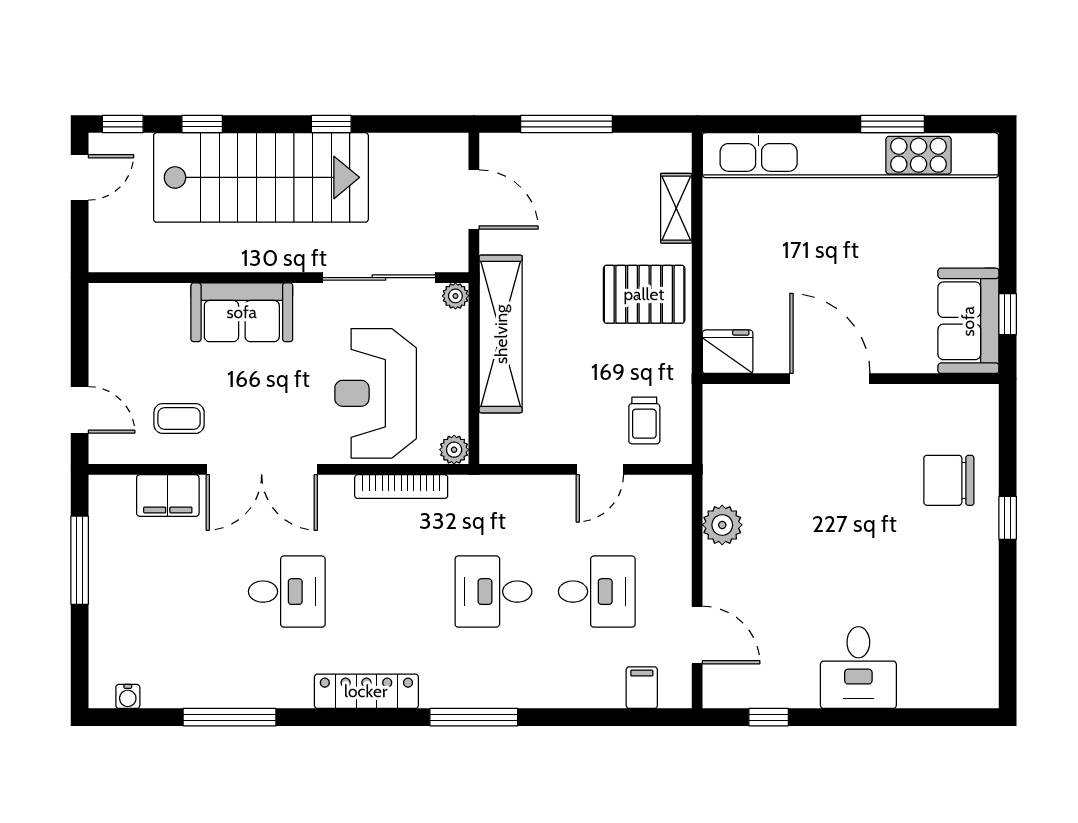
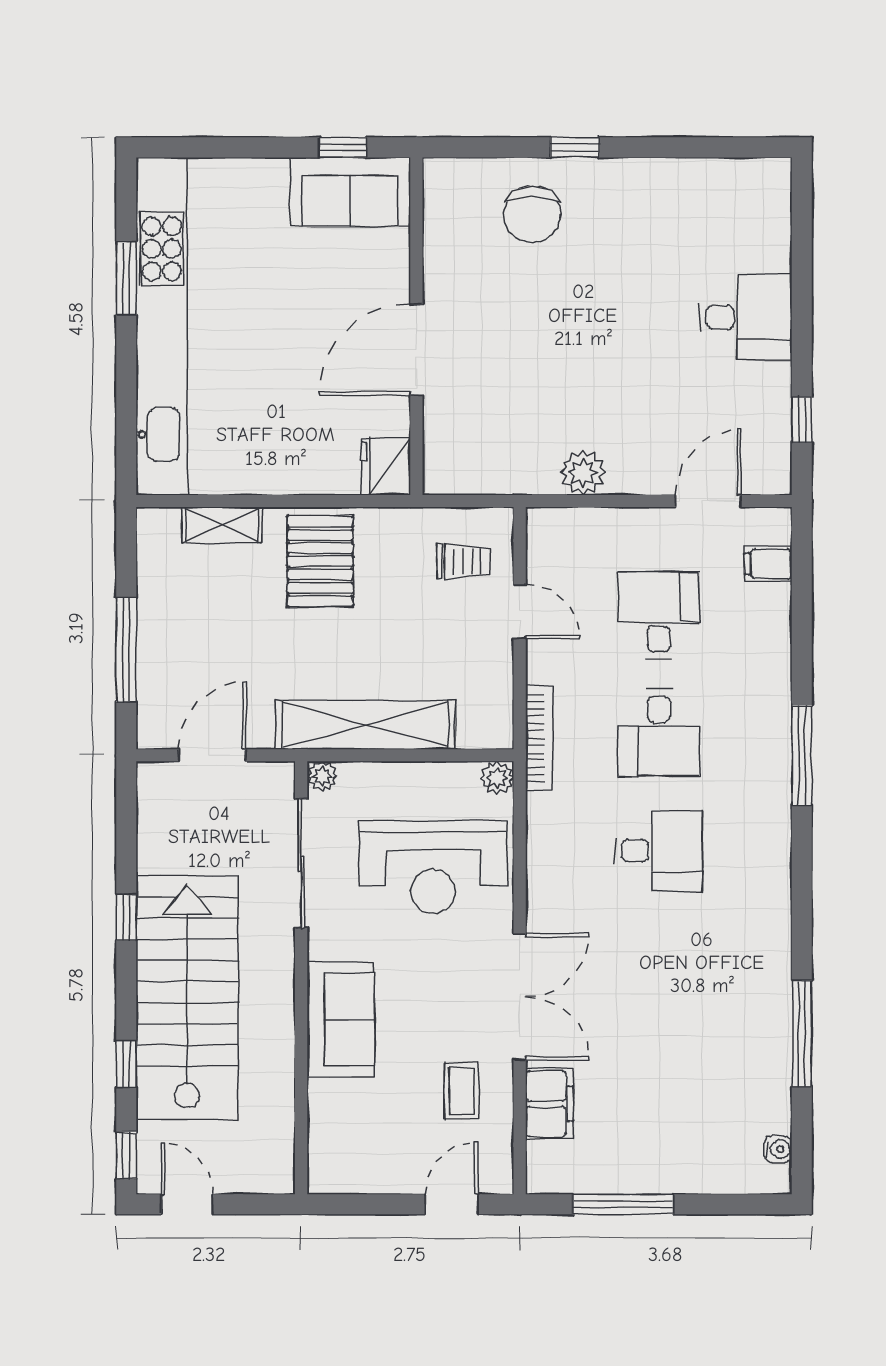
bookcase: (401, 487) -> (539, 738), moved
desk: (287, 592) -> (659, 851), moved, turned 90
locker: (366, 691) -> (772, 878), removed

